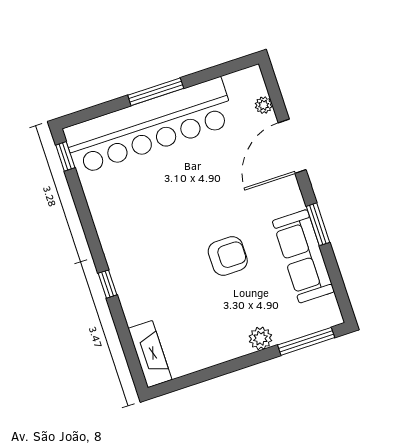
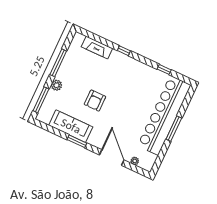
window: (65, 156) -> (164, 69), moved
fireplace: (150, 354) -> (97, 48), moved
window: (223, 369) -> (58, 63), added

